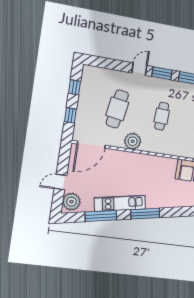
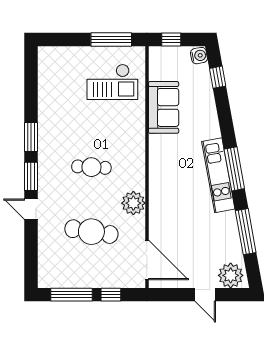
window: (74, 87) -> (72, 295), width x2.17
kitchen unit: (120, 203) -> (218, 175), moved

